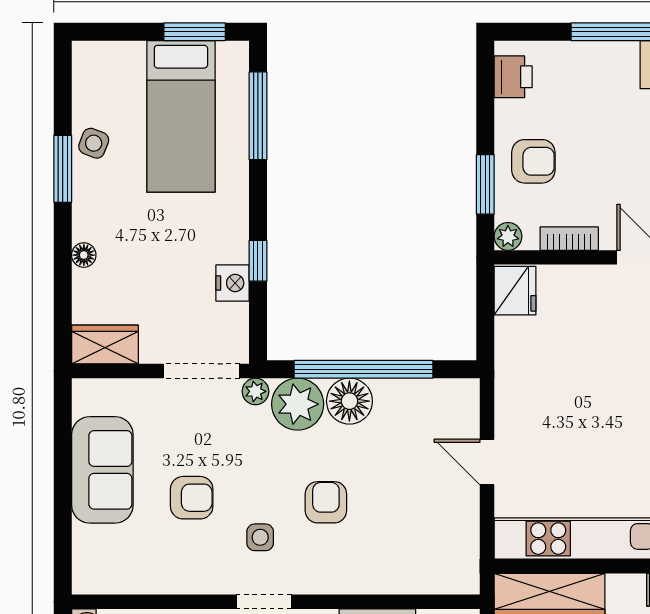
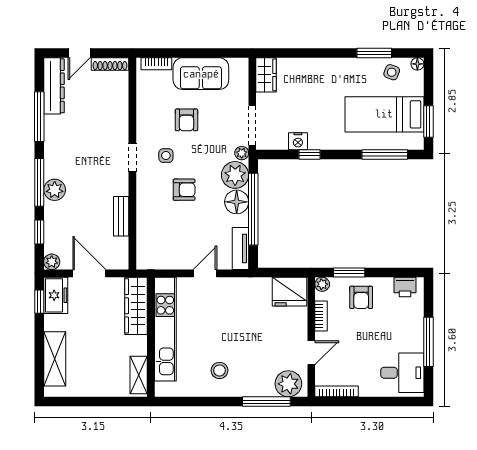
side table: (94, 143) -> (392, 72), moved
window: (63, 169) -> (374, 53), moved
floor lamp: (84, 255) -> (417, 64), moved
fridge: (515, 291) -> (289, 292), width x1.36, depth x1.34
tv unit: (439, 394) -> (240, 248), added
bookcase: (83, 556) -> (156, 64), added

